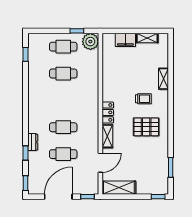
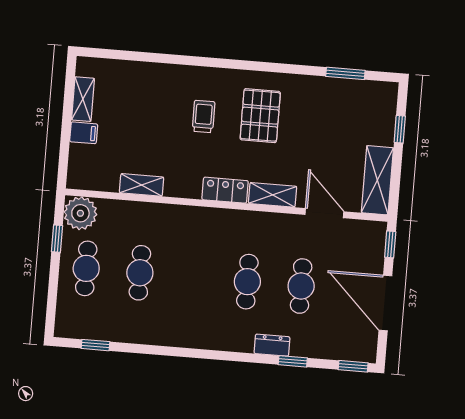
filing cabinet: (125, 40) -> (84, 133), width x0.50
shelving: (164, 79) -> (142, 185), moved
window: (158, 197) -> (400, 129), moved

